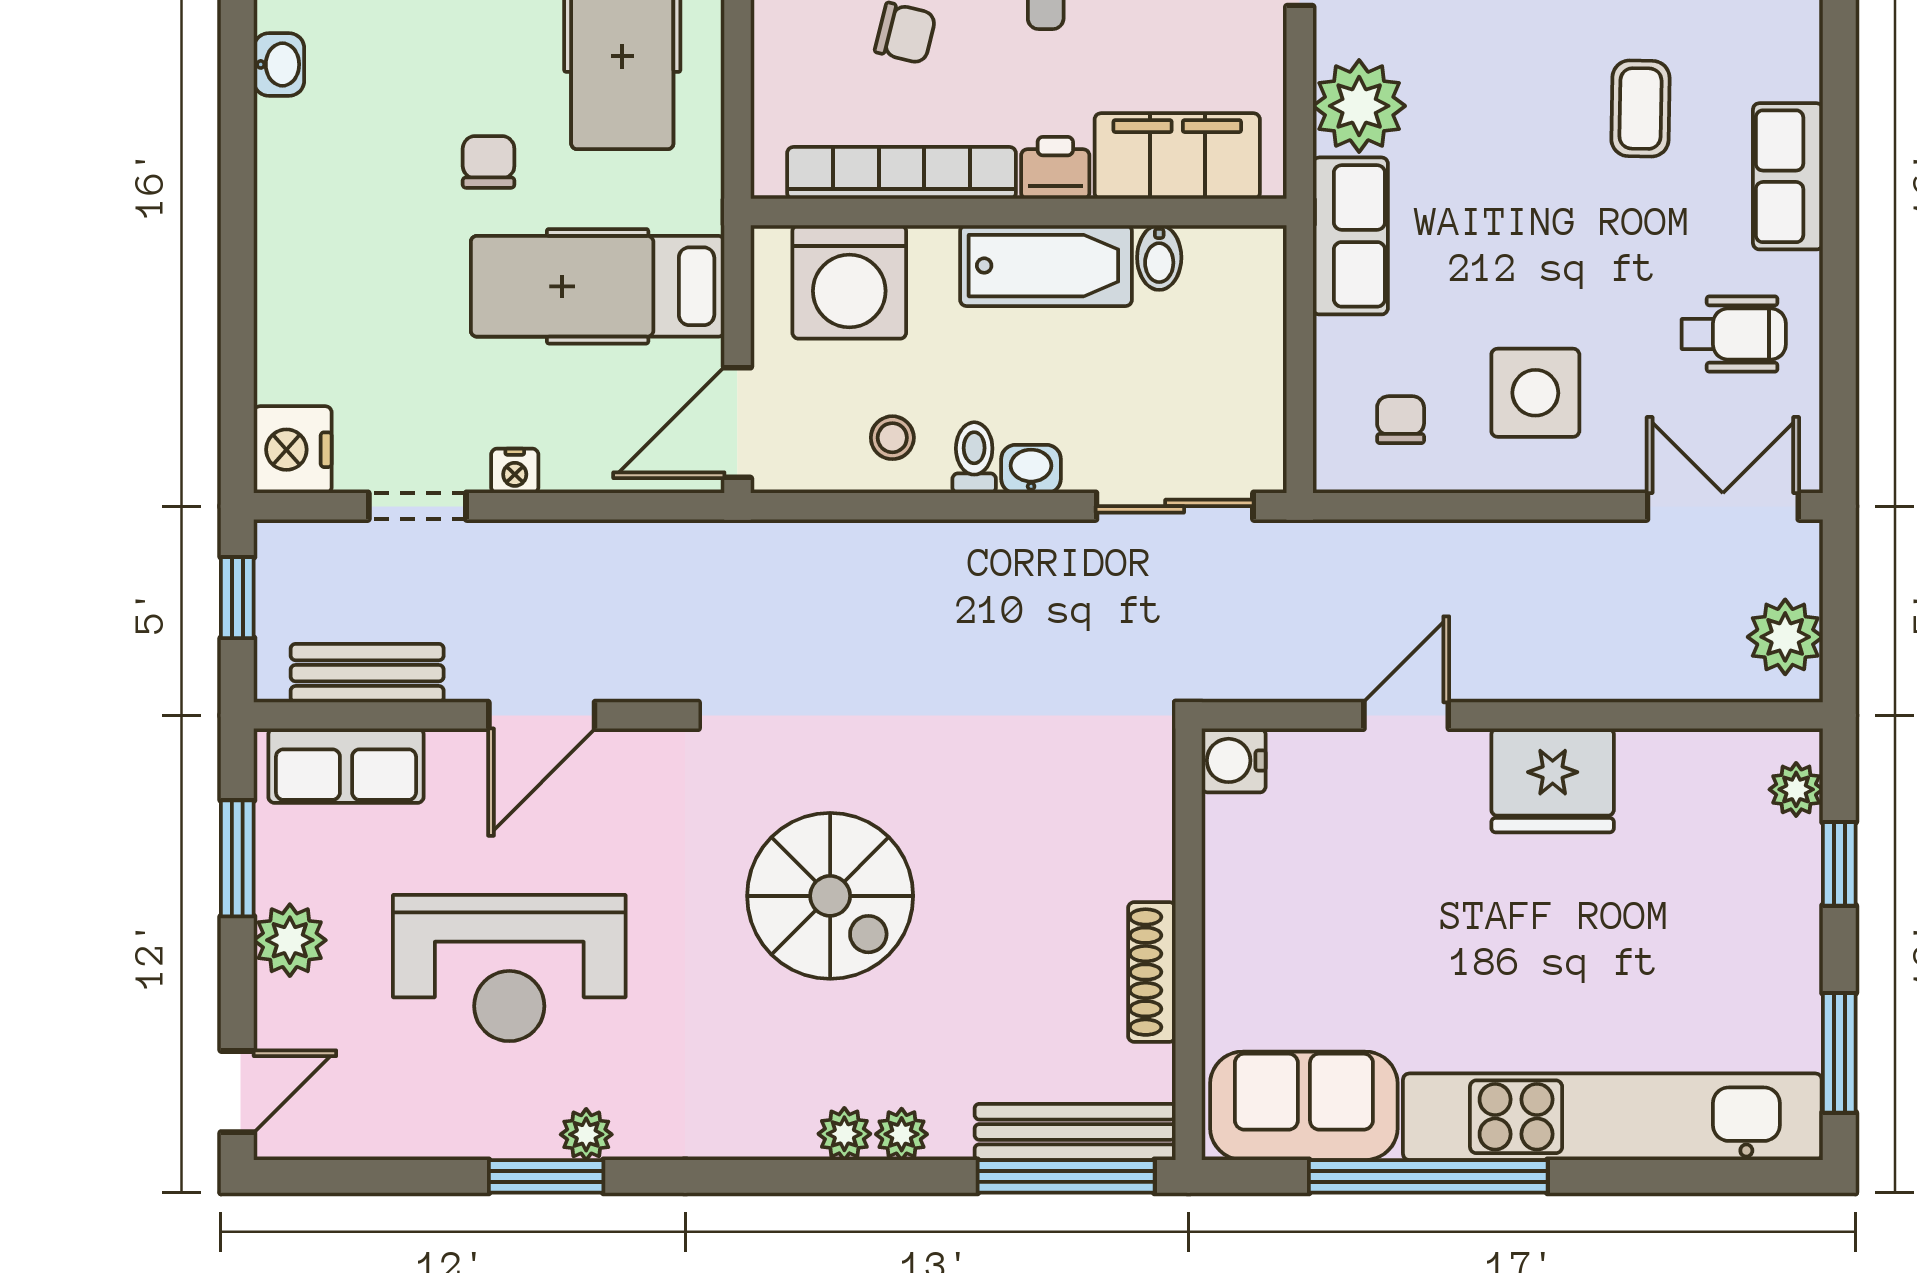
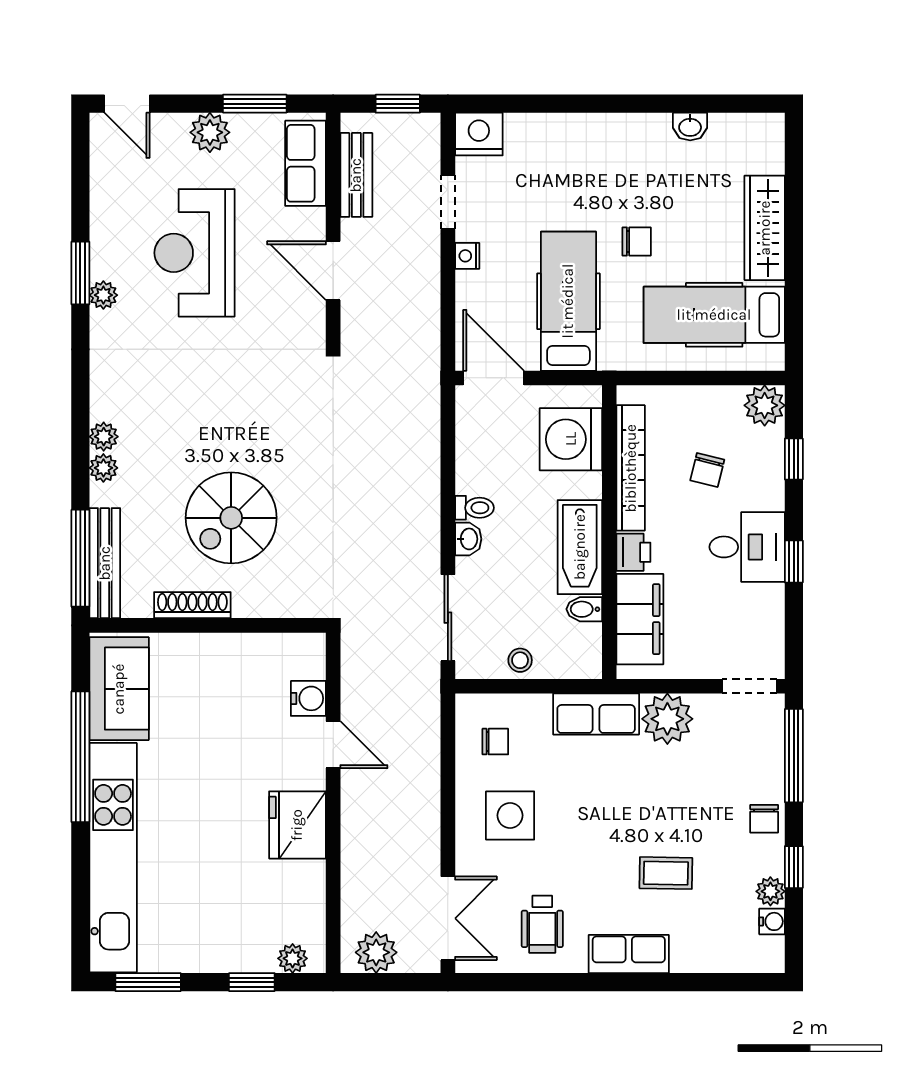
stool: (892, 438) -> (520, 660), moved
water cooler: (1234, 760) -> (308, 698), moved, turned 90
spiral stairs: (830, 896) -> (231, 518), moved

